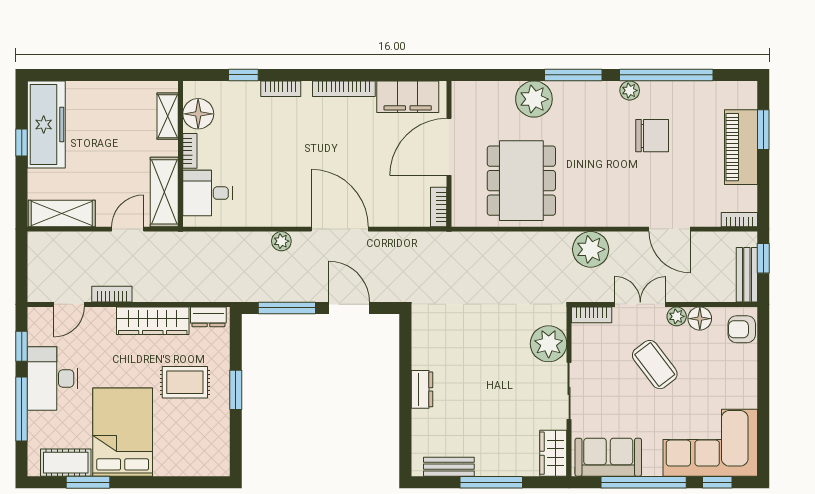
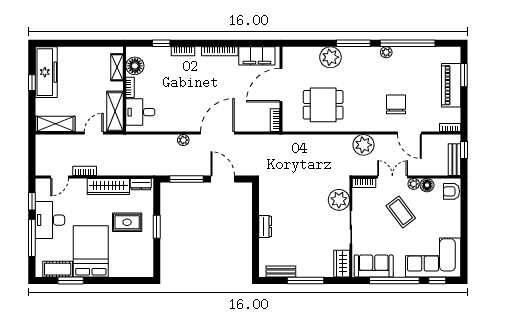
chair: (652, 136) -> (396, 104), moved, turned -90
dining table: (521, 181) -> (323, 105), width x0.73
door: (340, 229) -> (217, 133), hinge flipped

